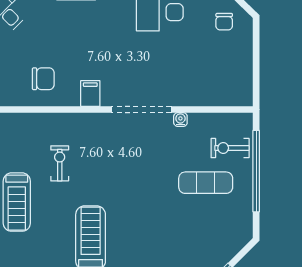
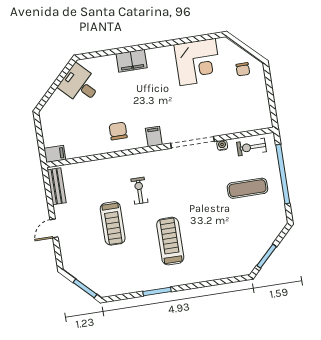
chair: (43, 79) -> (118, 131), turned -90
exercise bike: (230, 148) -> (251, 147), moved

